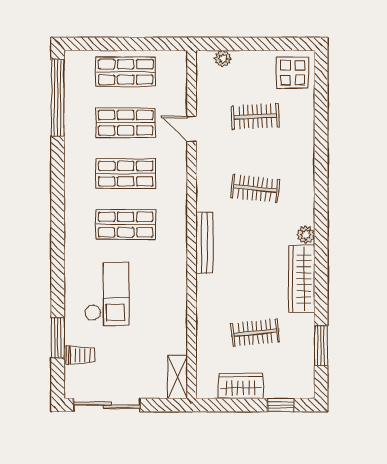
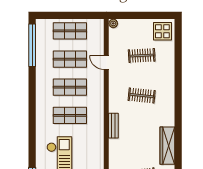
plant: (223, 59) -> (113, 23), moved
plant: (306, 235) -> (170, 121), removed
bench: (204, 243) -> (113, 126), width x0.73

